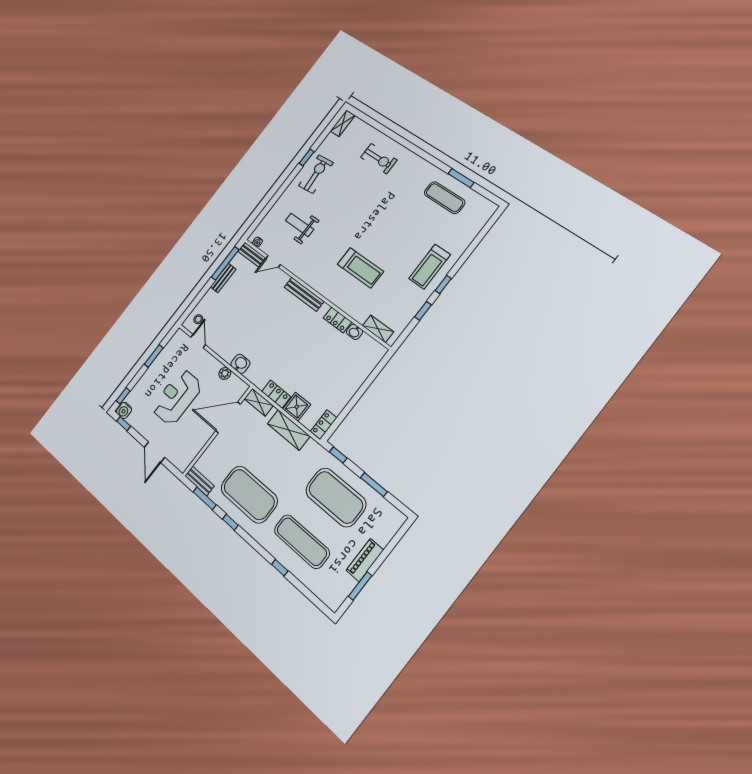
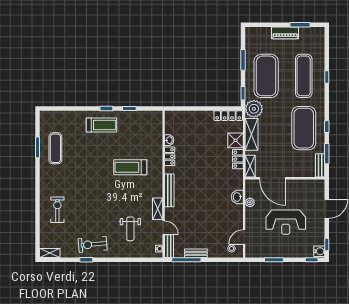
treadmill: (360, 268) -> (130, 167), turned -90
shelving: (378, 329) -> (158, 209), moved
locker: (324, 425) -> (228, 116), width x1.53
plant: (312, 454) -> (254, 109), added

